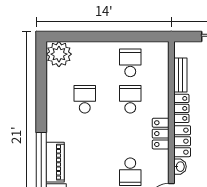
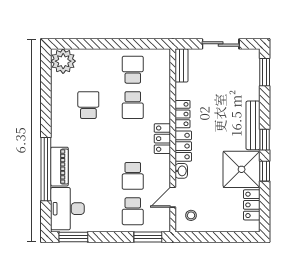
bench: (180, 75) -> (182, 65), moved
school desk: (130, 99) -> (133, 105), turned 180

